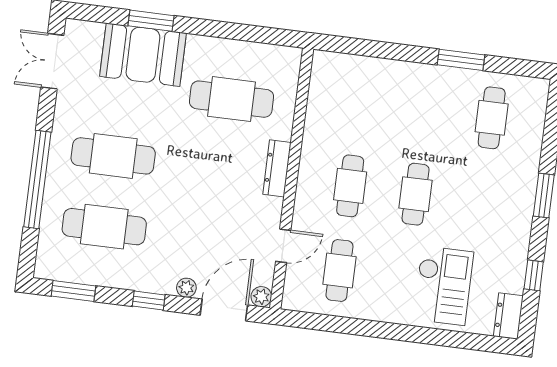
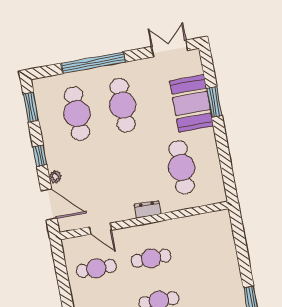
dresser: (277, 168) -> (147, 209), width x0.70
plant: (261, 297) -> (65, 225), removed

